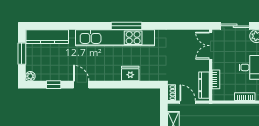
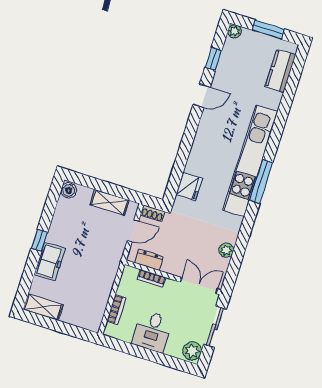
plant: (181, 35) -> (226, 250), added
kitchen counter: (47, 37) -> (280, 71), width x0.67
fridge: (130, 74) -> (189, 186), moved
dresser: (204, 85) -> (149, 260), width x0.70

